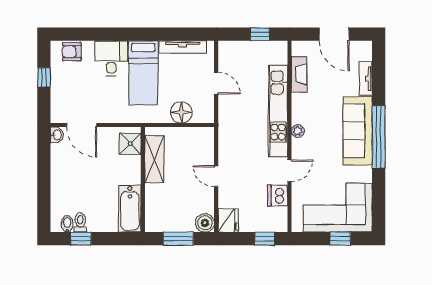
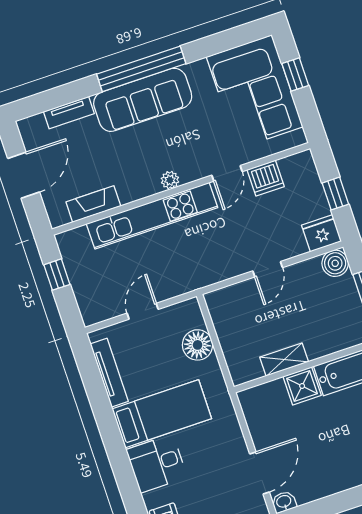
shower: (130, 144) -> (302, 386), moved
shelving: (154, 159) -> (284, 360), width x0.67, depth x0.75
door: (289, 171) -> (227, 173), swing flipped
window: (265, 239) -> (335, 194), moved

